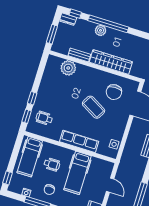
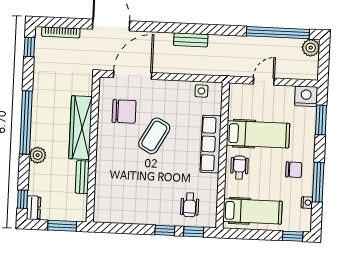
window: (108, 24) -> (26, 123), moved
plant: (68, 68) -> (106, 189), removed
wheelchair: (52, 164) -> (239, 167), moved

